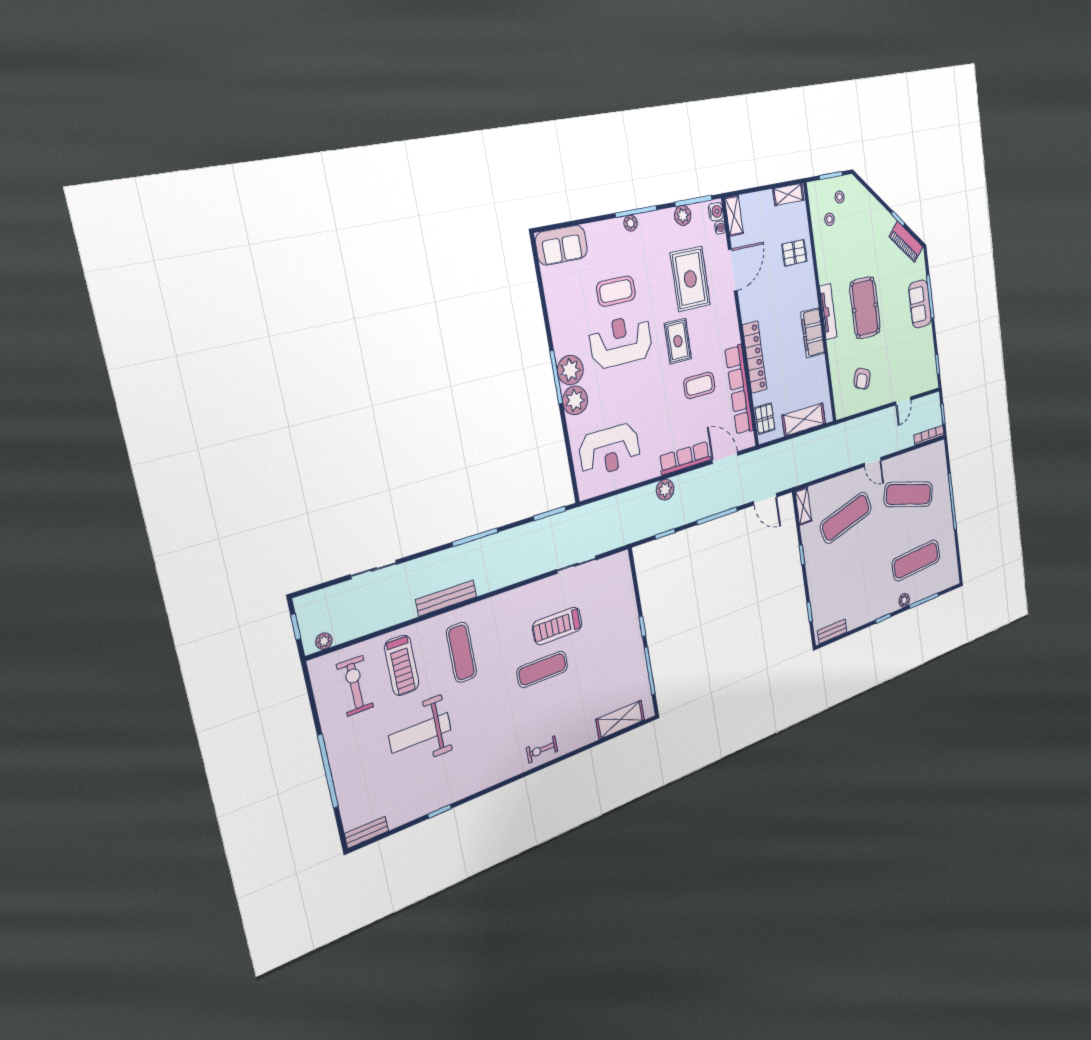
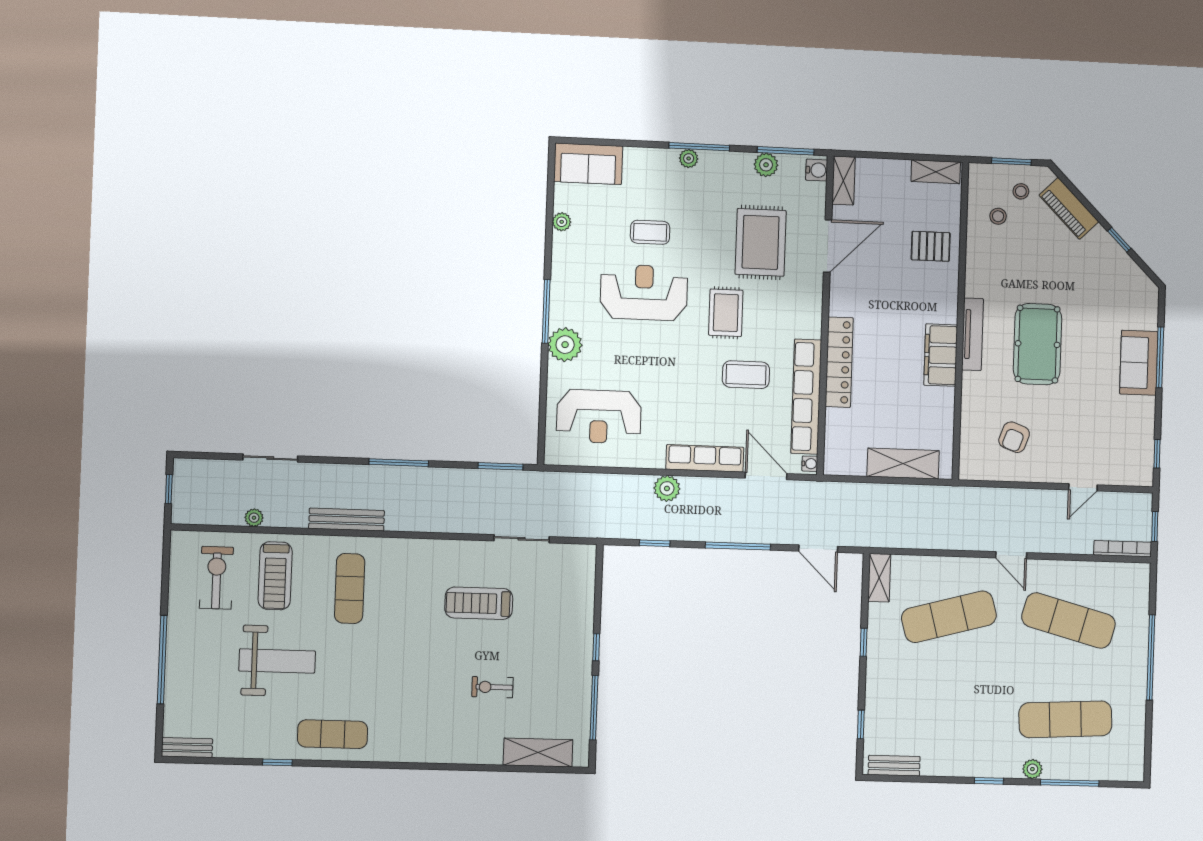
water cooler: (720, 227) -> (810, 464), moved
piano: (906, 242) -> (1069, 208), moved
coffee table: (616, 291) -> (650, 232), width x0.73, depth x0.77
plant: (570, 370) -> (562, 222), moved, width x0.53, depth x0.53
pallet: (765, 419) -> (840, 445), removed
plant: (324, 641) -> (254, 518), moved
exercise mat: (542, 669) -> (333, 734), moved
weight bench: (420, 733) -> (277, 661), turned 180
exercise bike: (542, 749) -> (492, 687), moved

